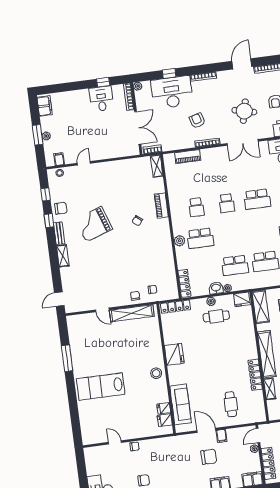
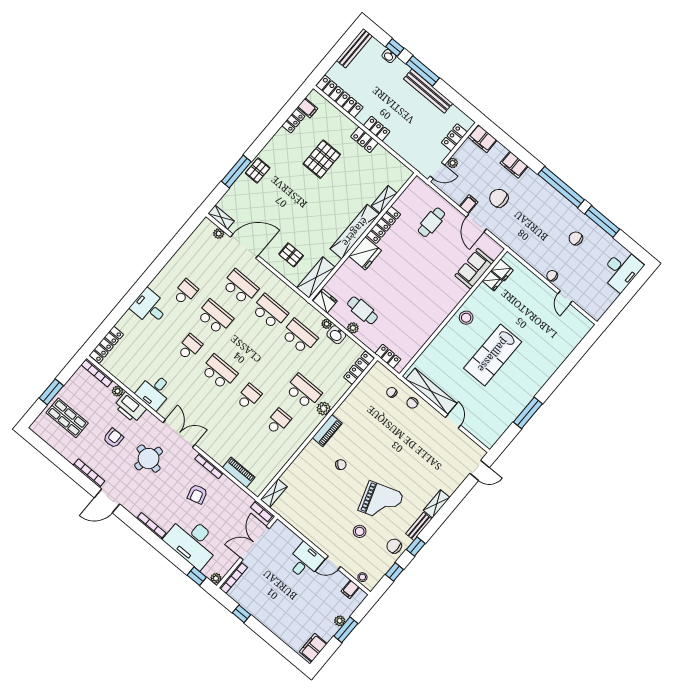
window: (169, 73) -> (197, 576), moved
desk: (101, 99) -> (305, 561), moved, turned 180
stool: (88, 196) -> (360, 531), added
piano: (161, 205) -> (327, 431), moved
locker: (176, 307) -> (388, 356), width x0.66
fridge: (174, 354) -> (365, 253), moved, turned 180
lab bench: (101, 386) -> (493, 355), moved, turned 90
sofa: (181, 404) -> (474, 269), width x0.73
locker: (268, 463) -> (454, 137), width x0.66

